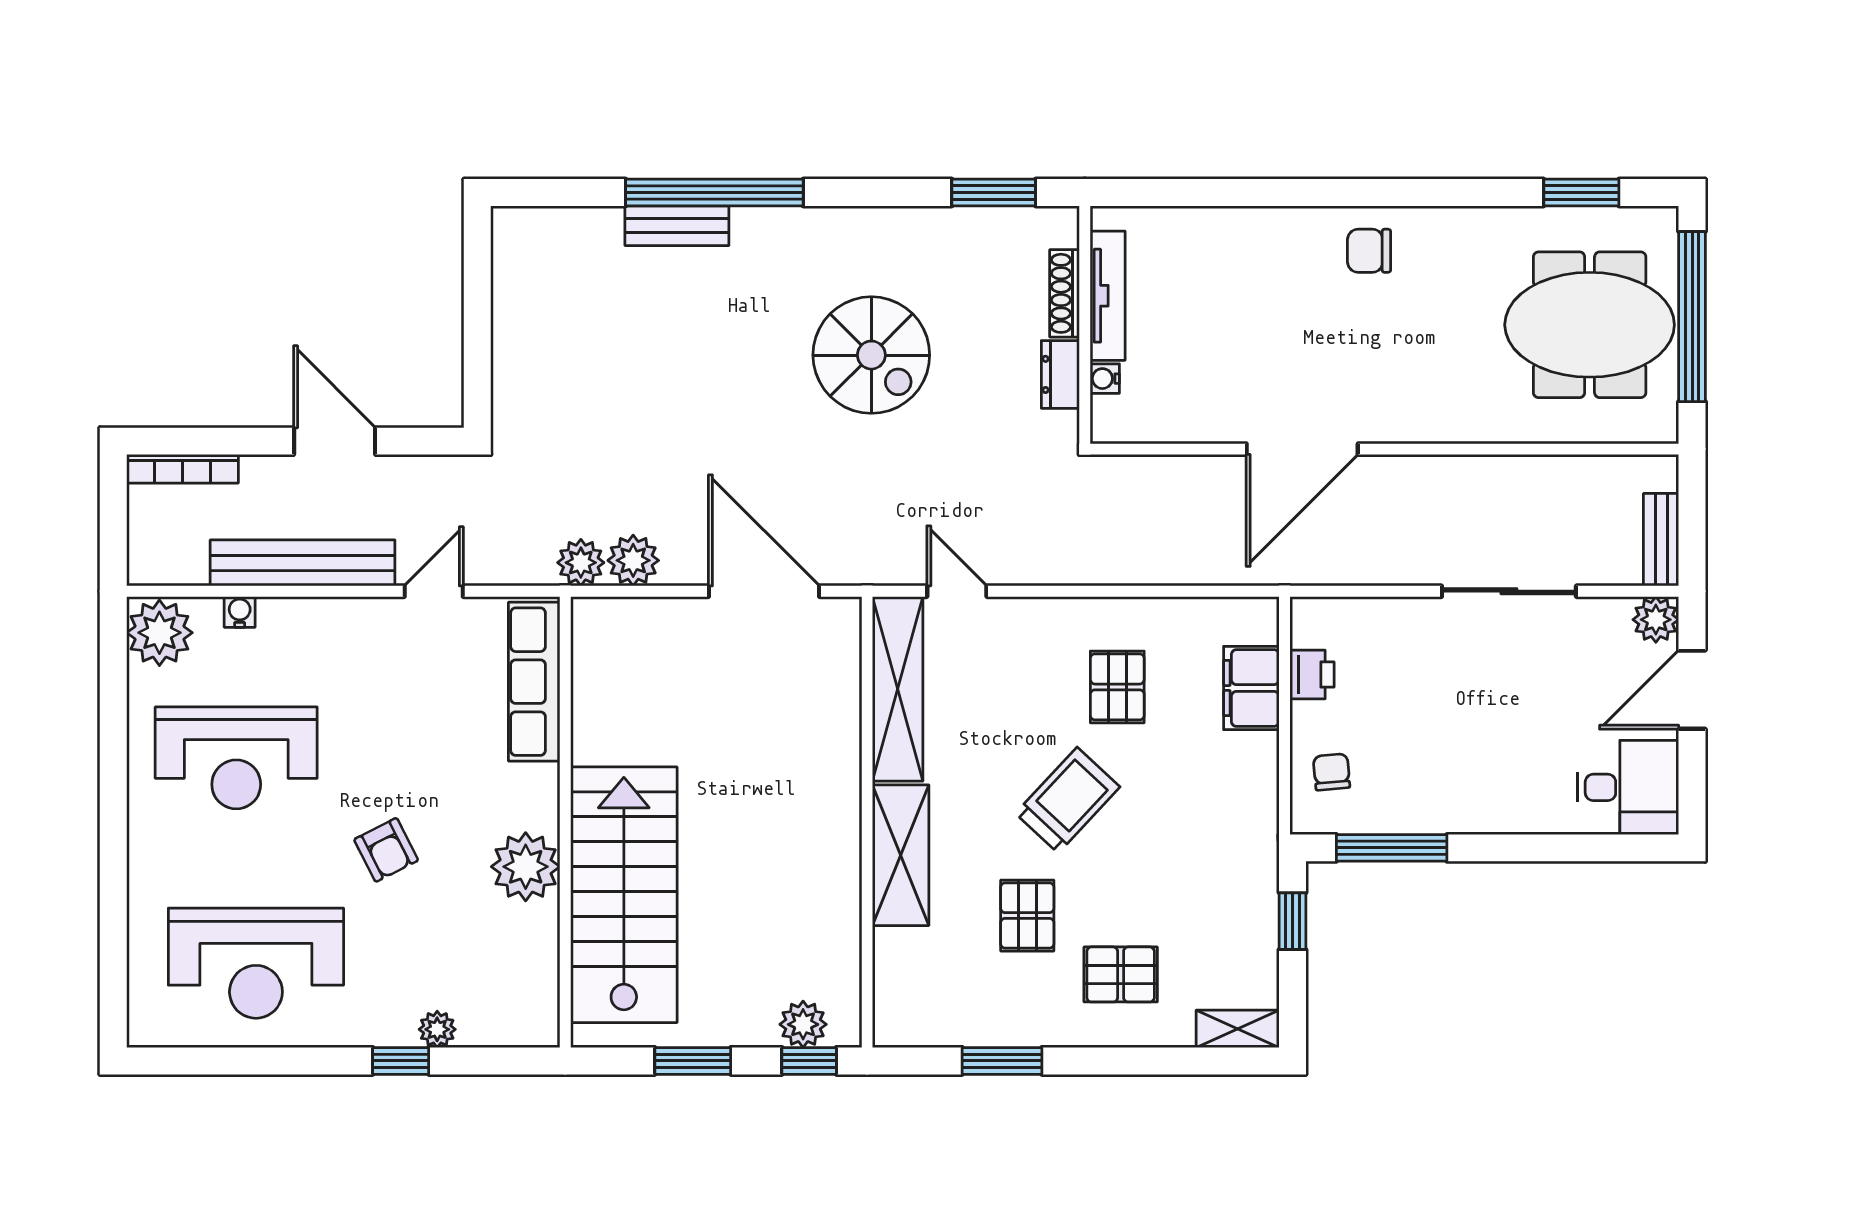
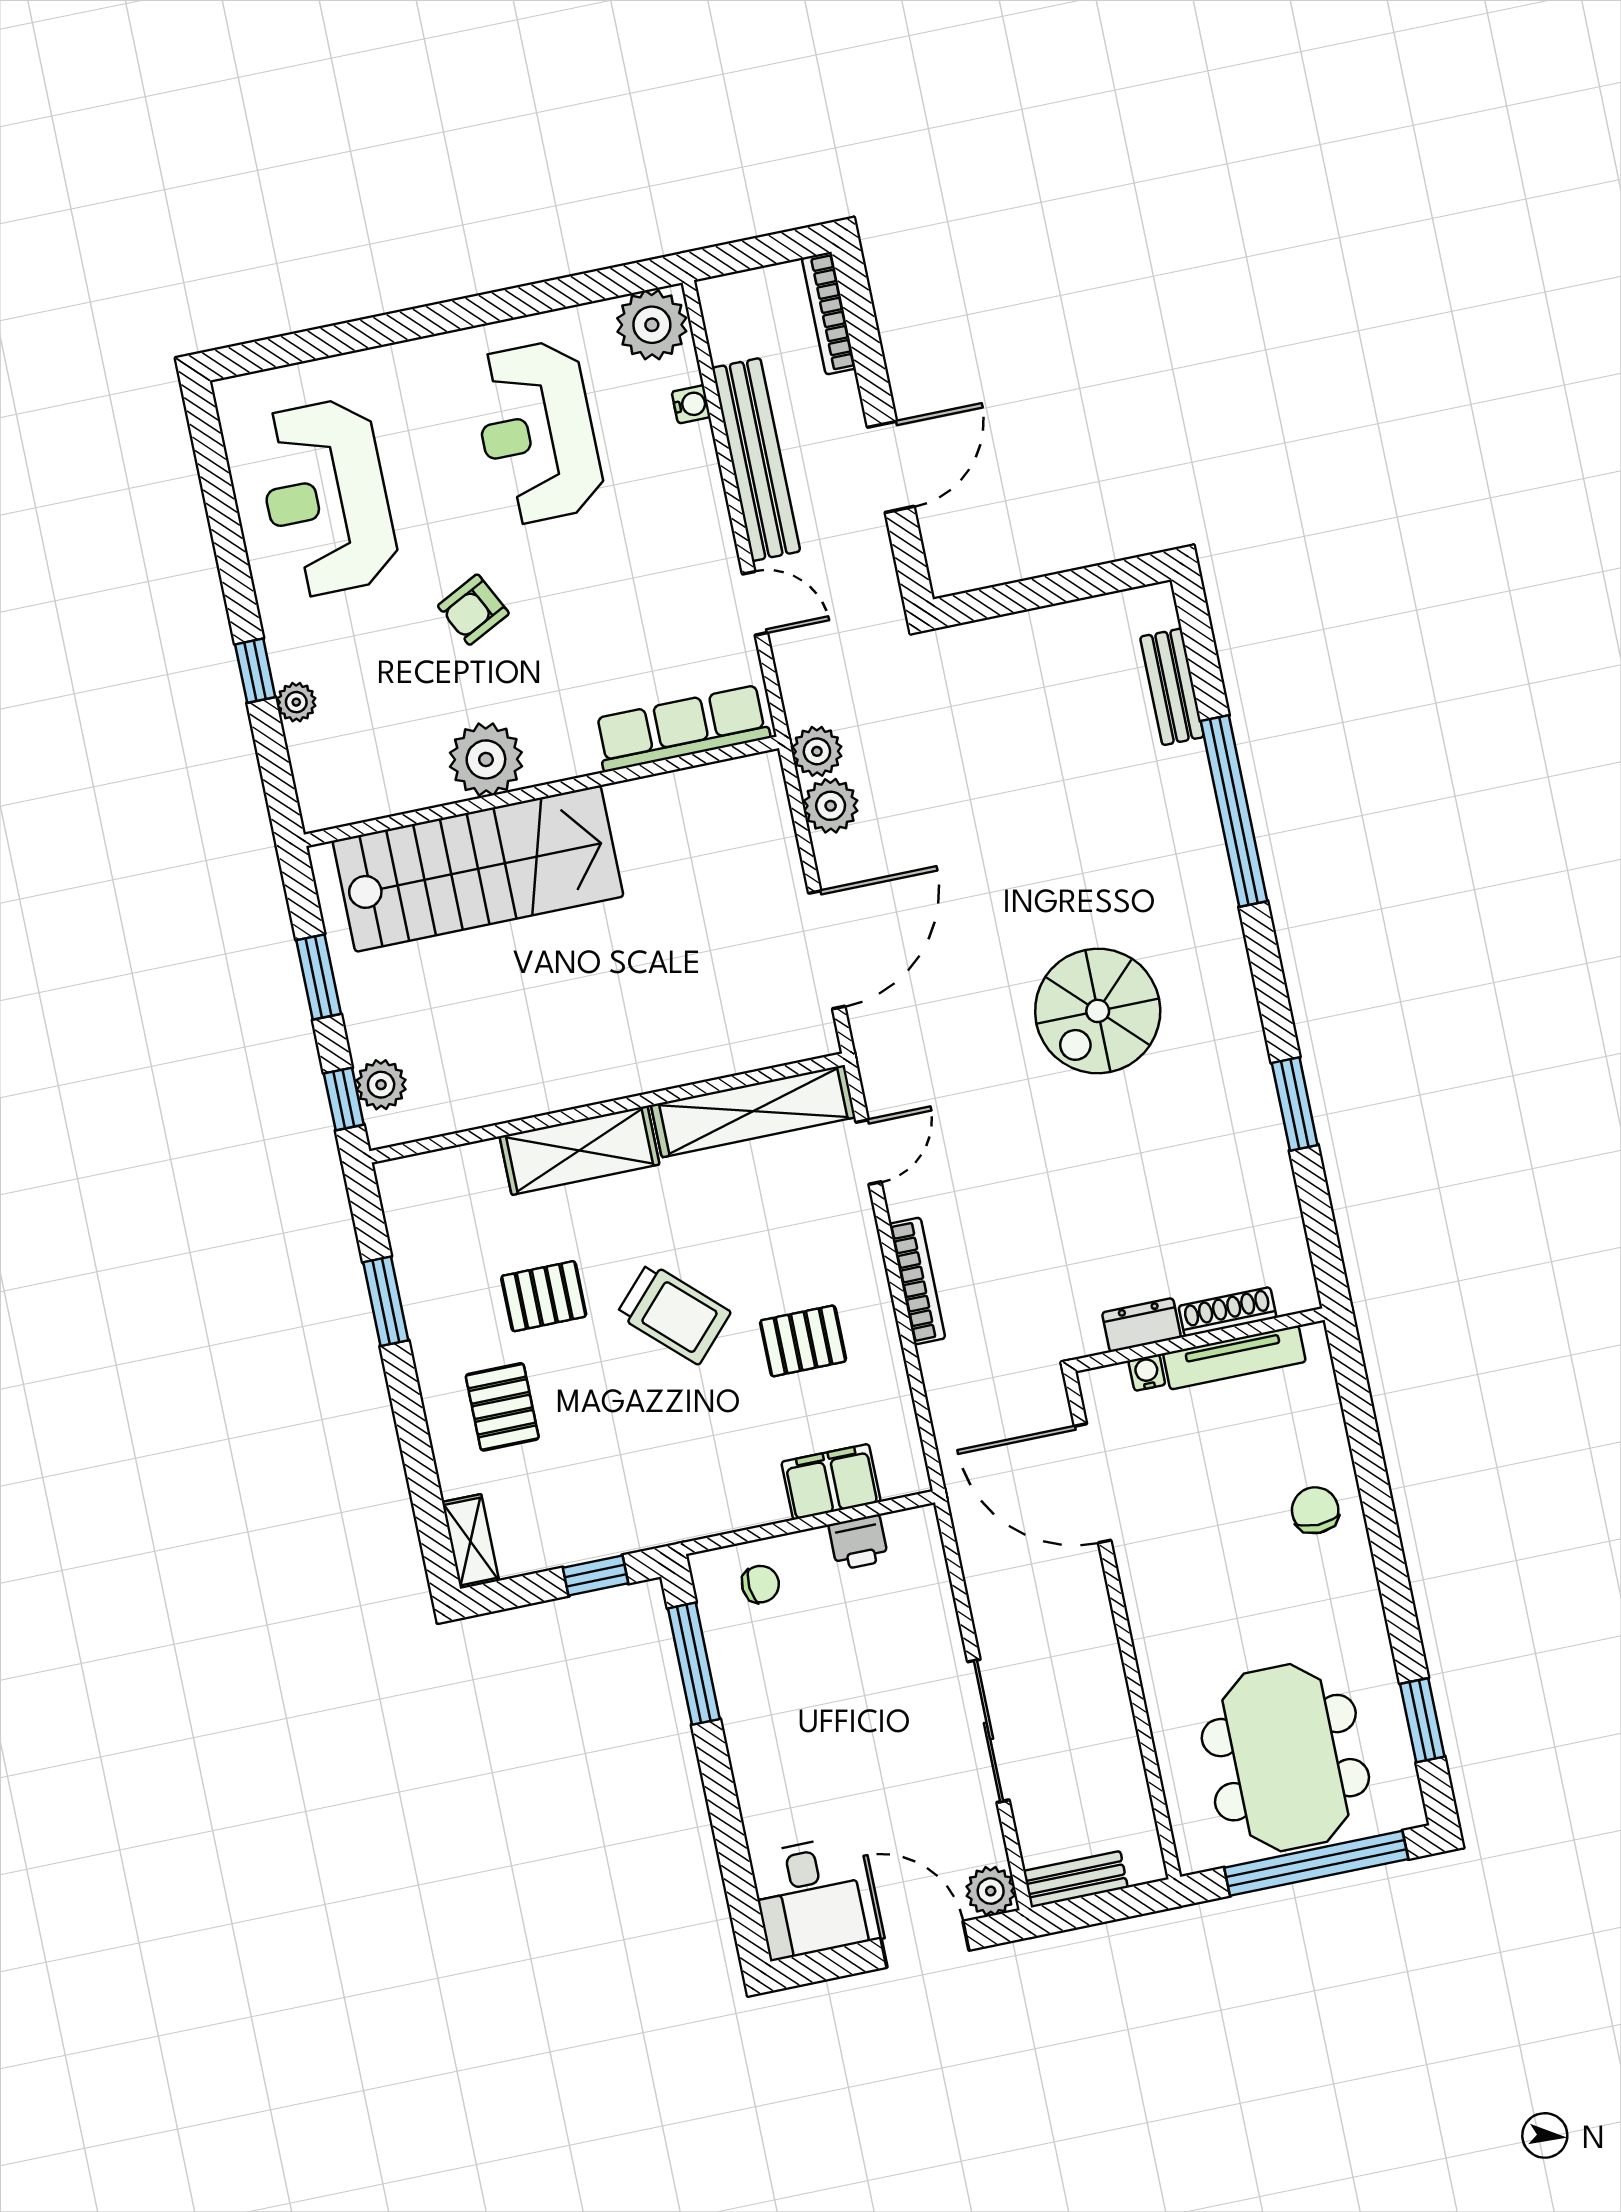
bench: (677, 226) -> (1172, 687), moved
shoe rack: (1065, 293) -> (1227, 1312), moved
tv unit: (1108, 296) -> (1234, 1357), moved
wall: (1085, 325) -> (1199, 1340), moved
dresser: (1060, 374) -> (1141, 1325), moved
water cooler: (1105, 379) -> (1147, 1373), moved
bookcase: (1084, 571) -> (917, 1281), added

